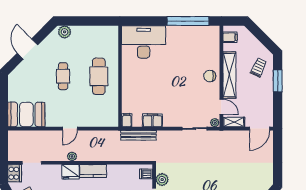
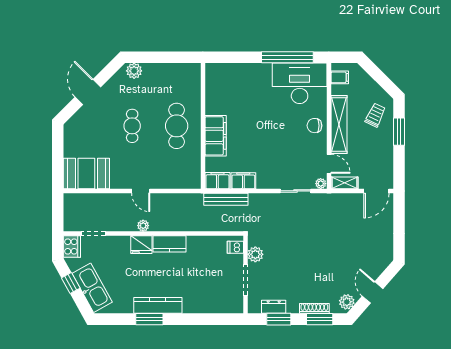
desk: (144, 42) -> (300, 83), moved
filing cabinet: (130, 84) -> (216, 136), added
filing cabinet: (127, 120) -> (217, 181), width x2.00
door: (70, 129) -> (141, 191), hinge flipped

